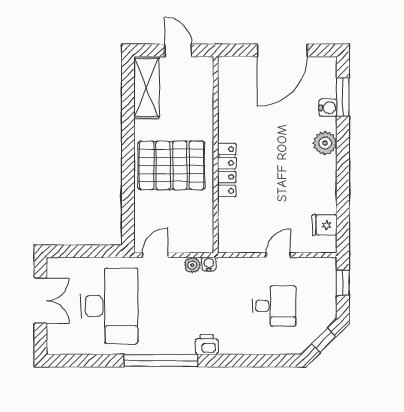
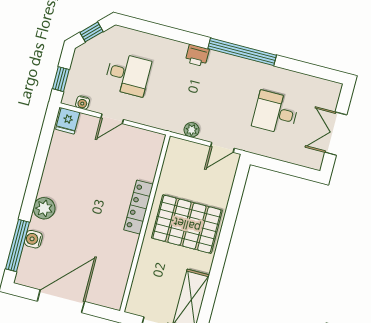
window: (343, 97) -> (18, 245), width x1.44
fridge: (325, 225) -> (68, 121), moved, turned 90
water cooler: (209, 264) -> (83, 103), moved
desk: (109, 306) -> (275, 113), width x0.53, depth x0.77
desk: (274, 306) -> (128, 74), turned 180

